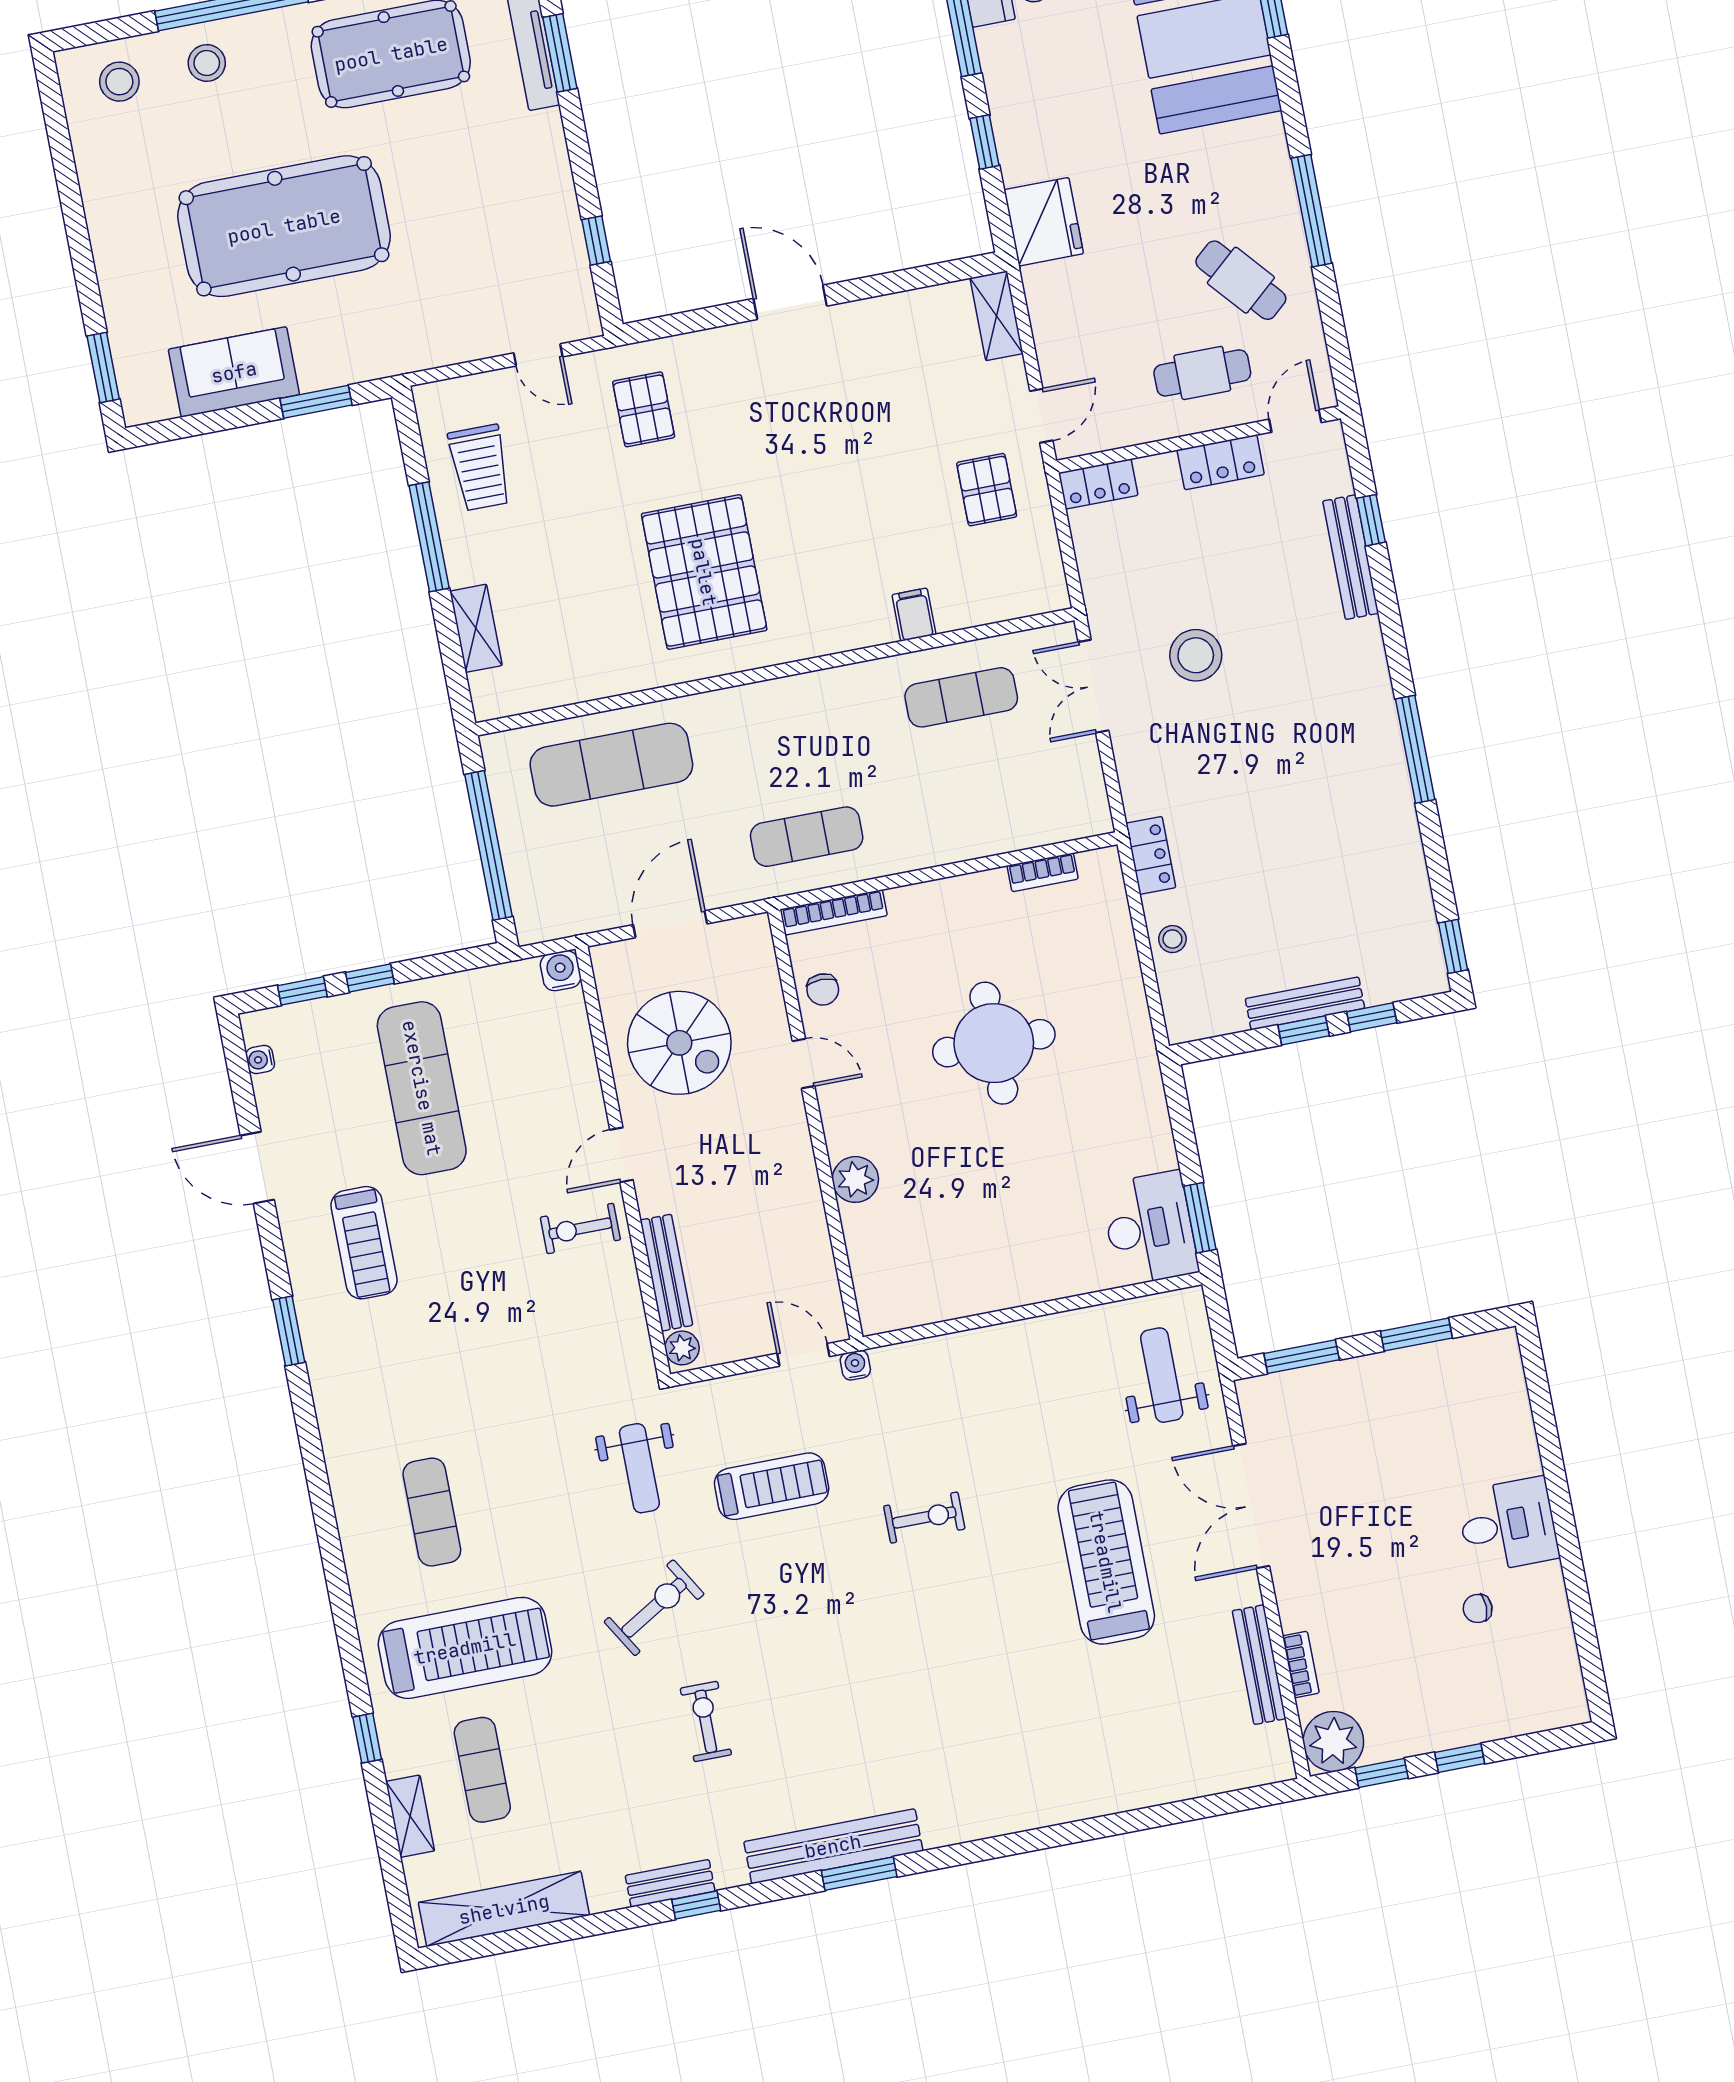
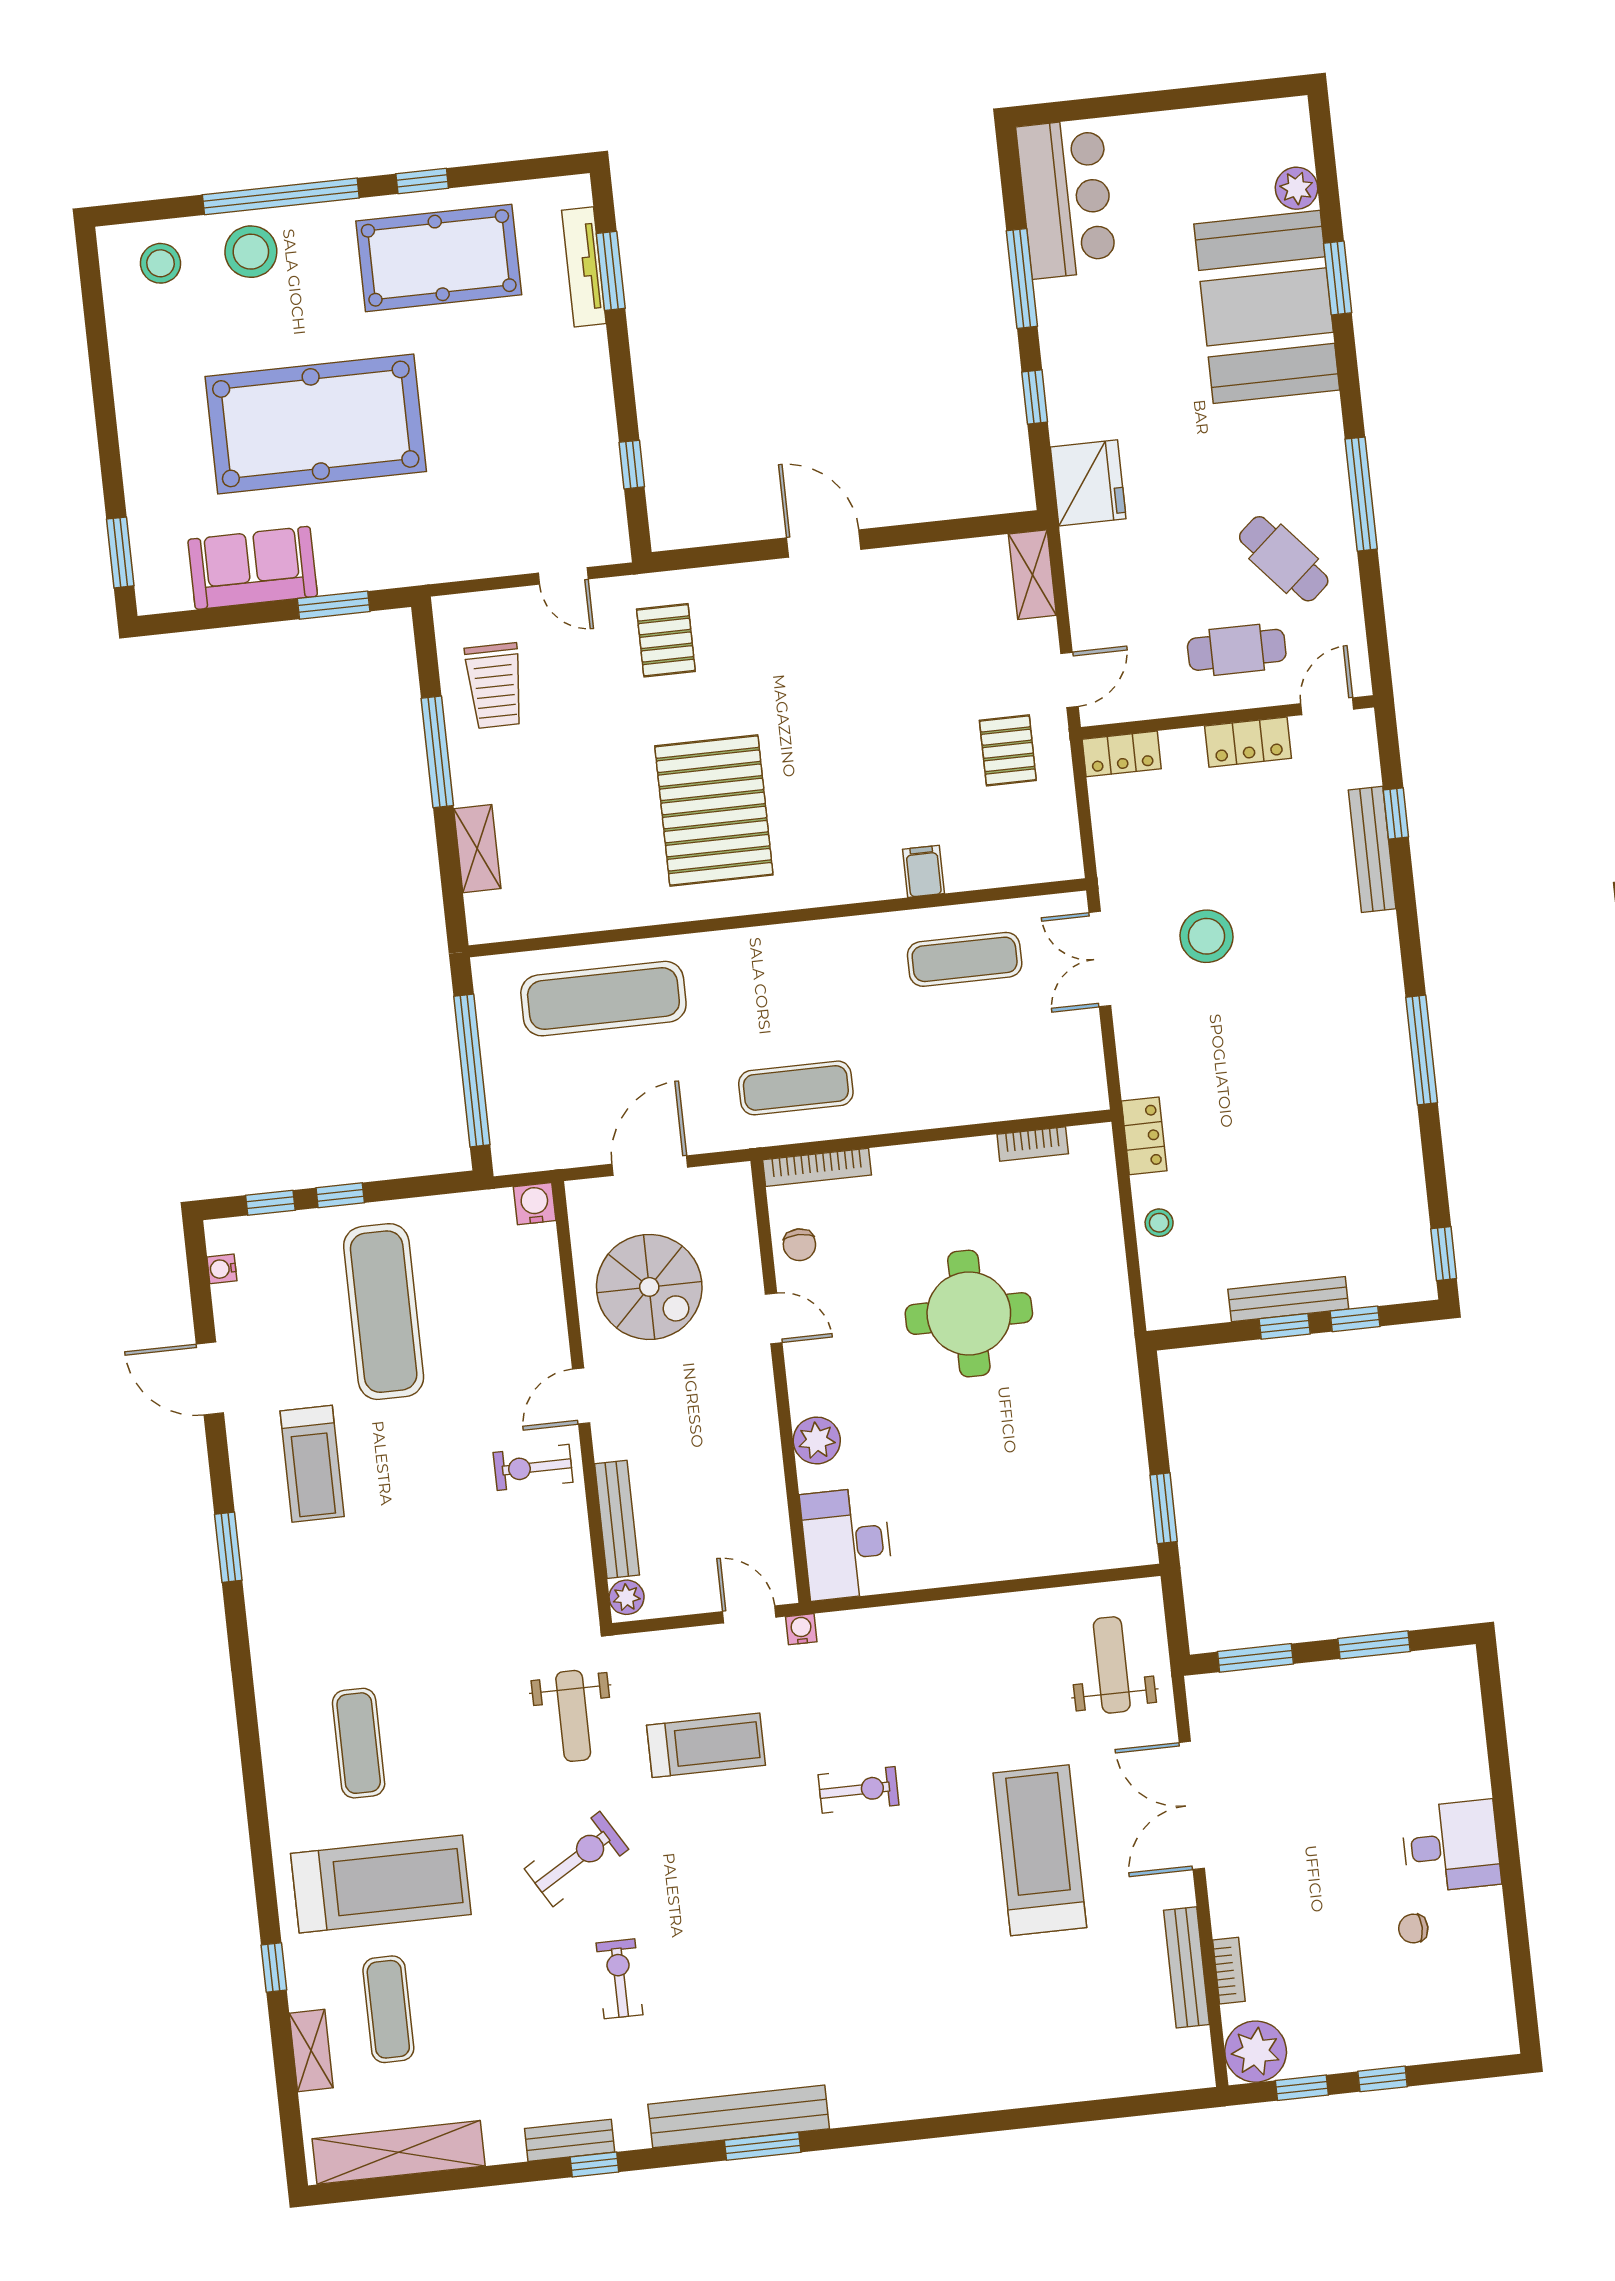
stool: (207, 63) -> (251, 252), width x1.38, depth x1.38
desk: (1150, 1228) -> (847, 1544), moved, turned 180

